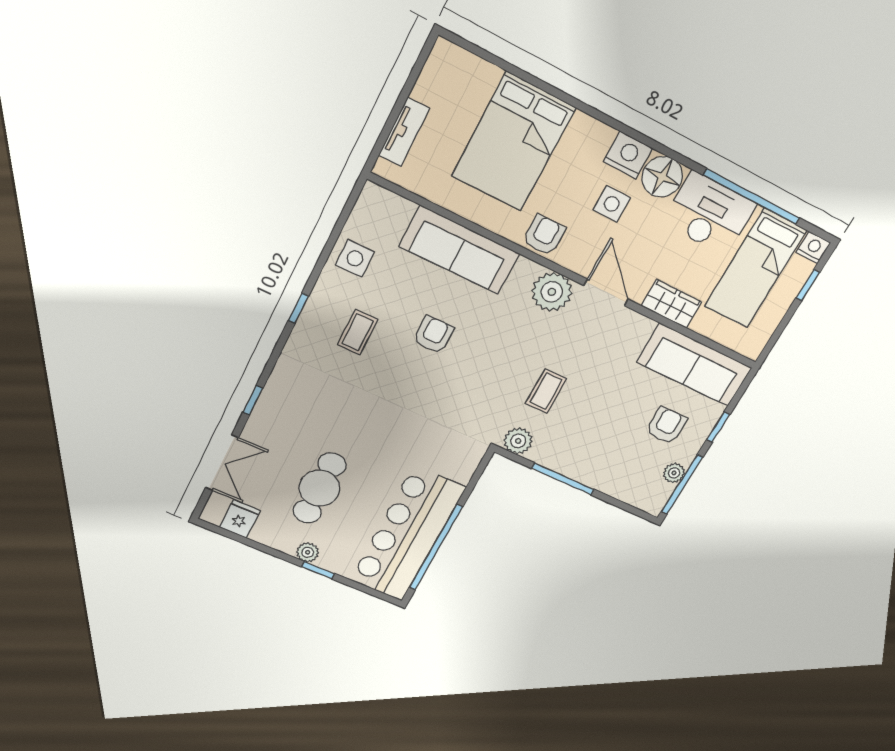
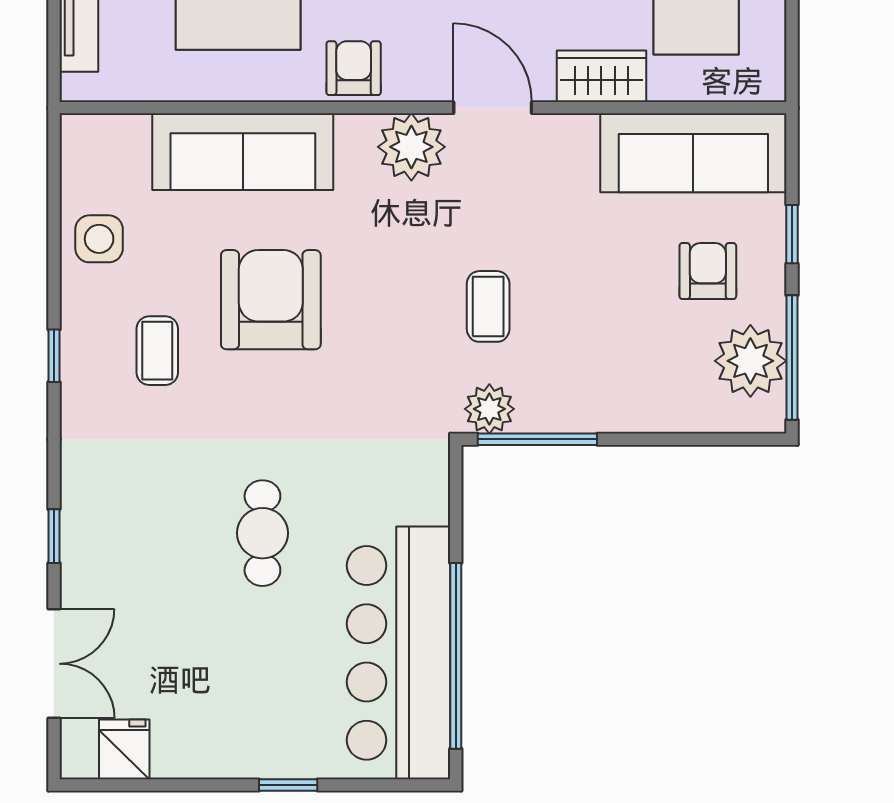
armchair: (433, 335) -> (271, 300), width x1.88, depth x1.88
plant: (674, 473) -> (750, 361), width x1.88, depth x1.88
window: (563, 479) -> (537, 439), moved
cafe table: (320, 488) -> (262, 533), moved, width x0.73, depth x0.74
plant: (308, 552) -> (257, 760), removed

